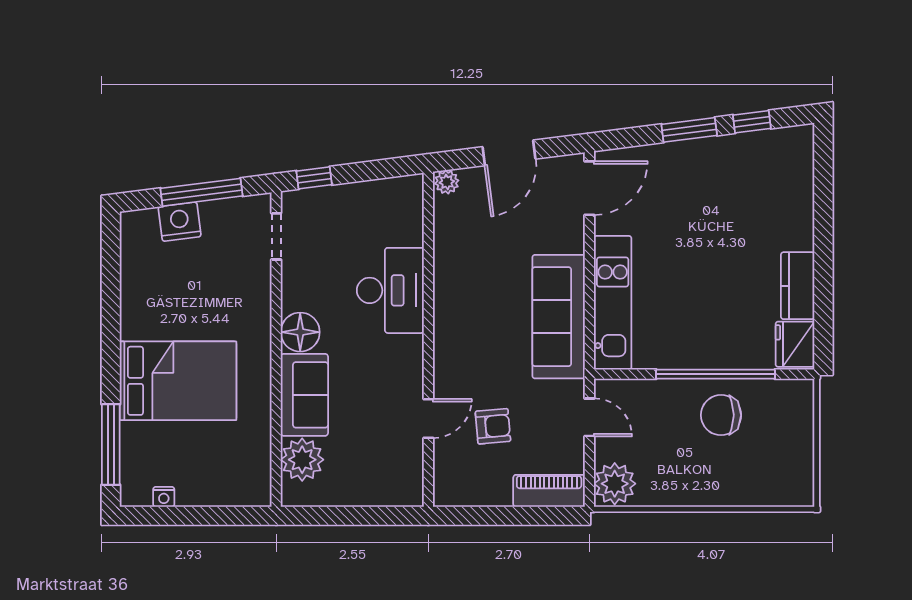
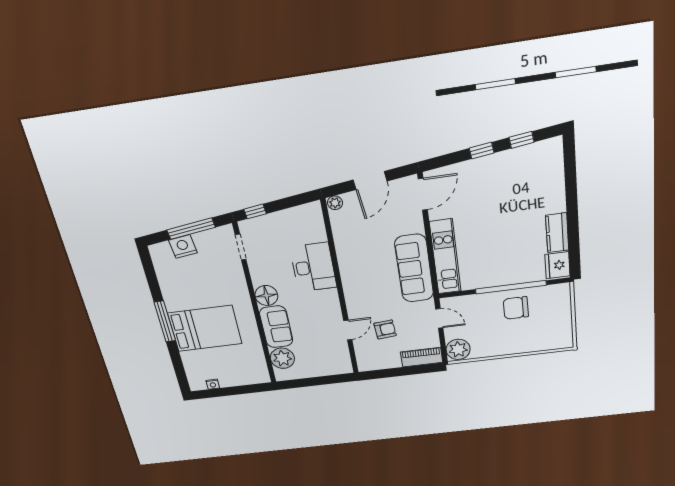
window: (689, 130) -> (482, 151), width x0.67
window: (111, 445) -> (165, 322), moved

